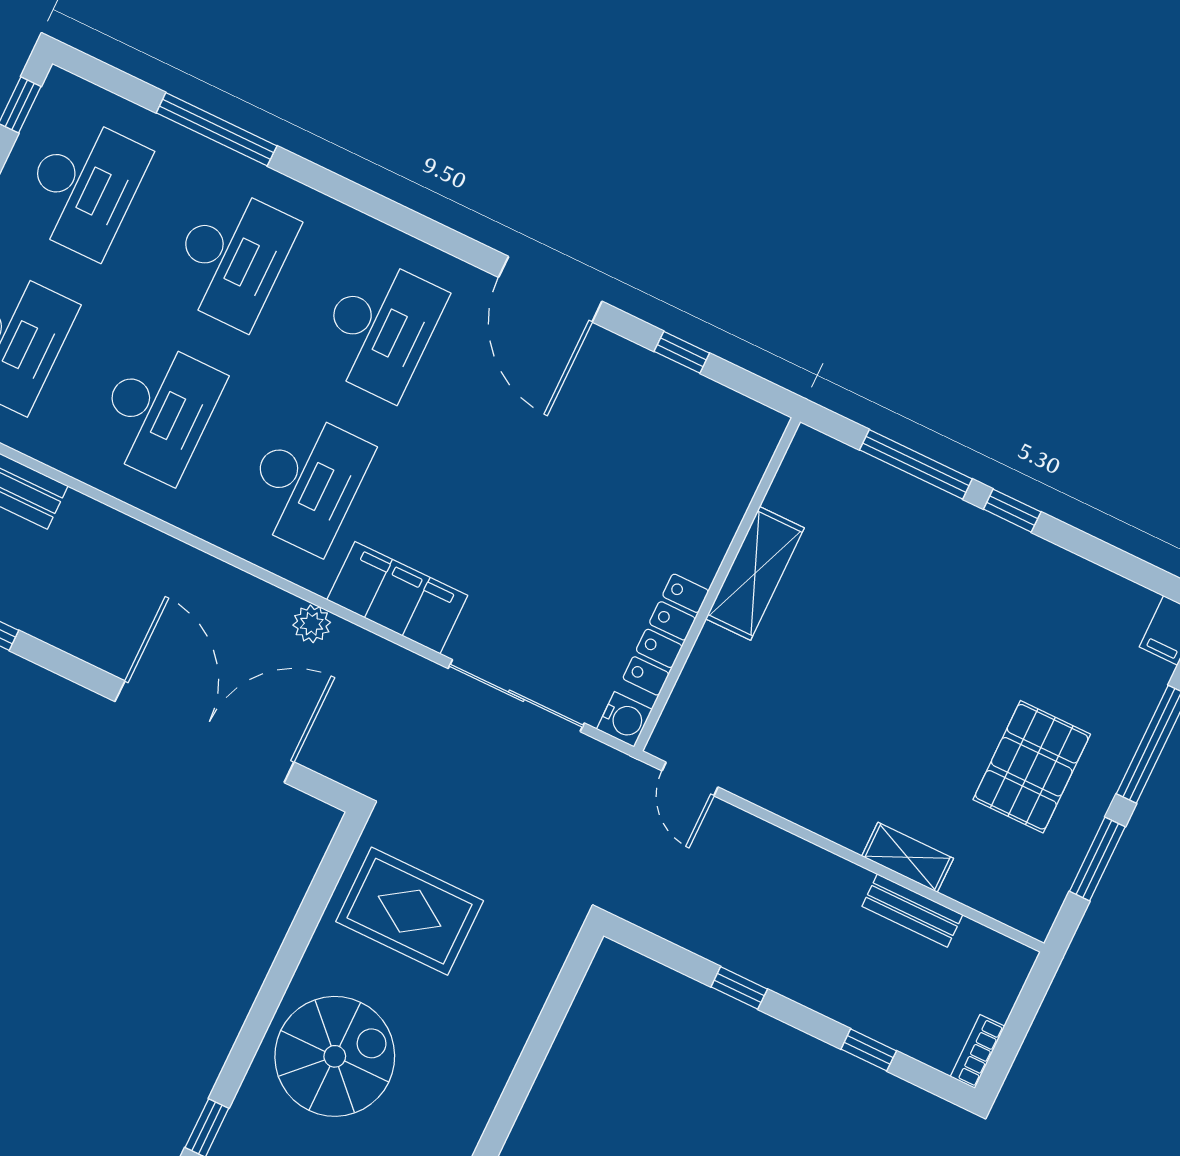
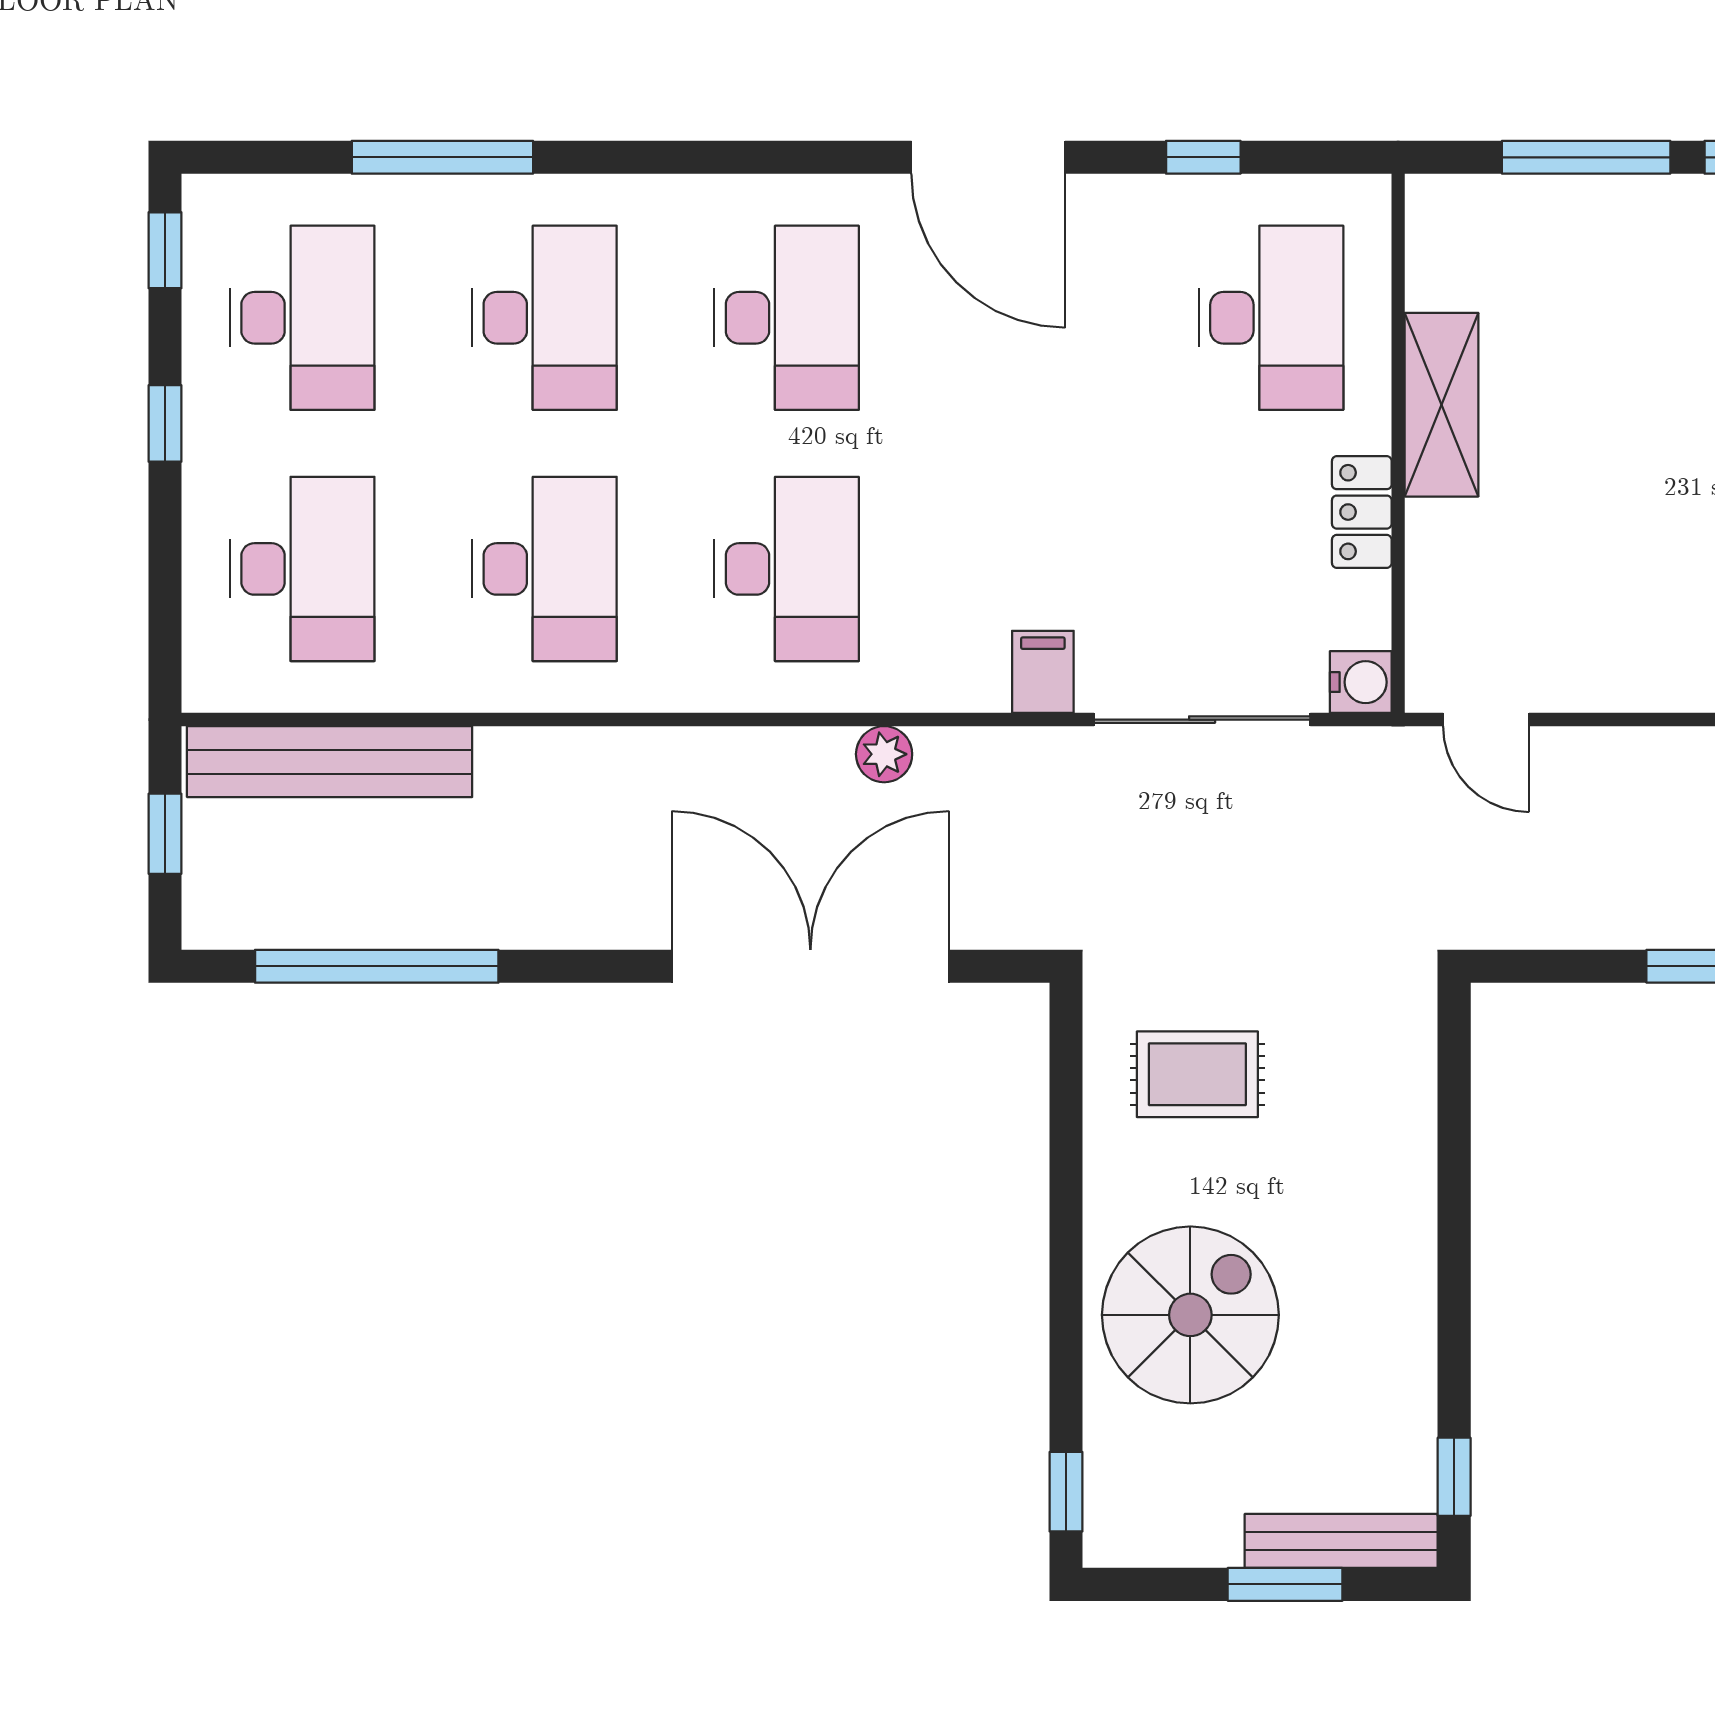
desk: (676, 470) -> (1271, 318), added
filing cabinet: (397, 598) -> (1043, 672), width x0.33, depth x0.86
locker: (666, 635) -> (1362, 512), width x0.66
rug: (410, 911) -> (1197, 1074), width x0.73, depth x0.70

